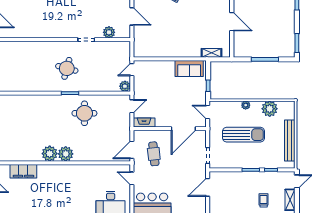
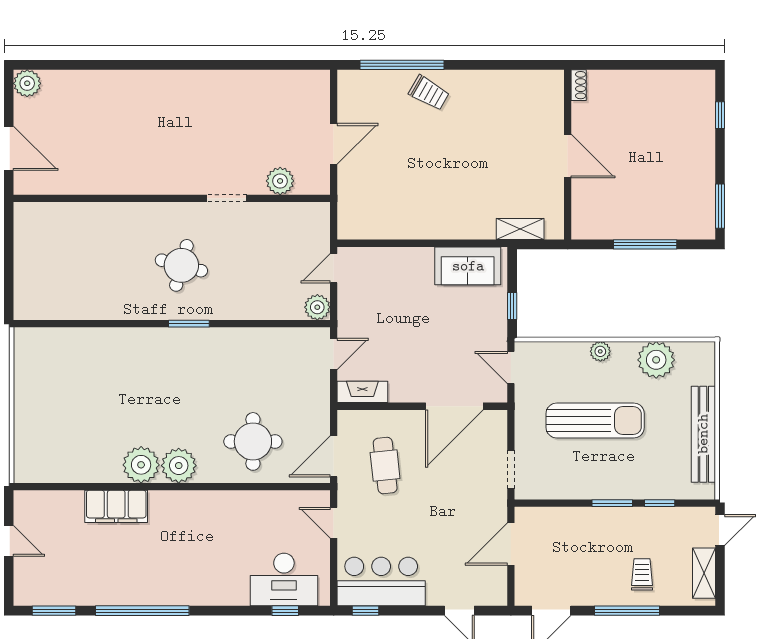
door: (132, 16) -> (334, 144), hinge flipped
round table: (84, 113) -> (253, 441), moved
filing cabinet: (23, 171) -> (116, 506), moved

